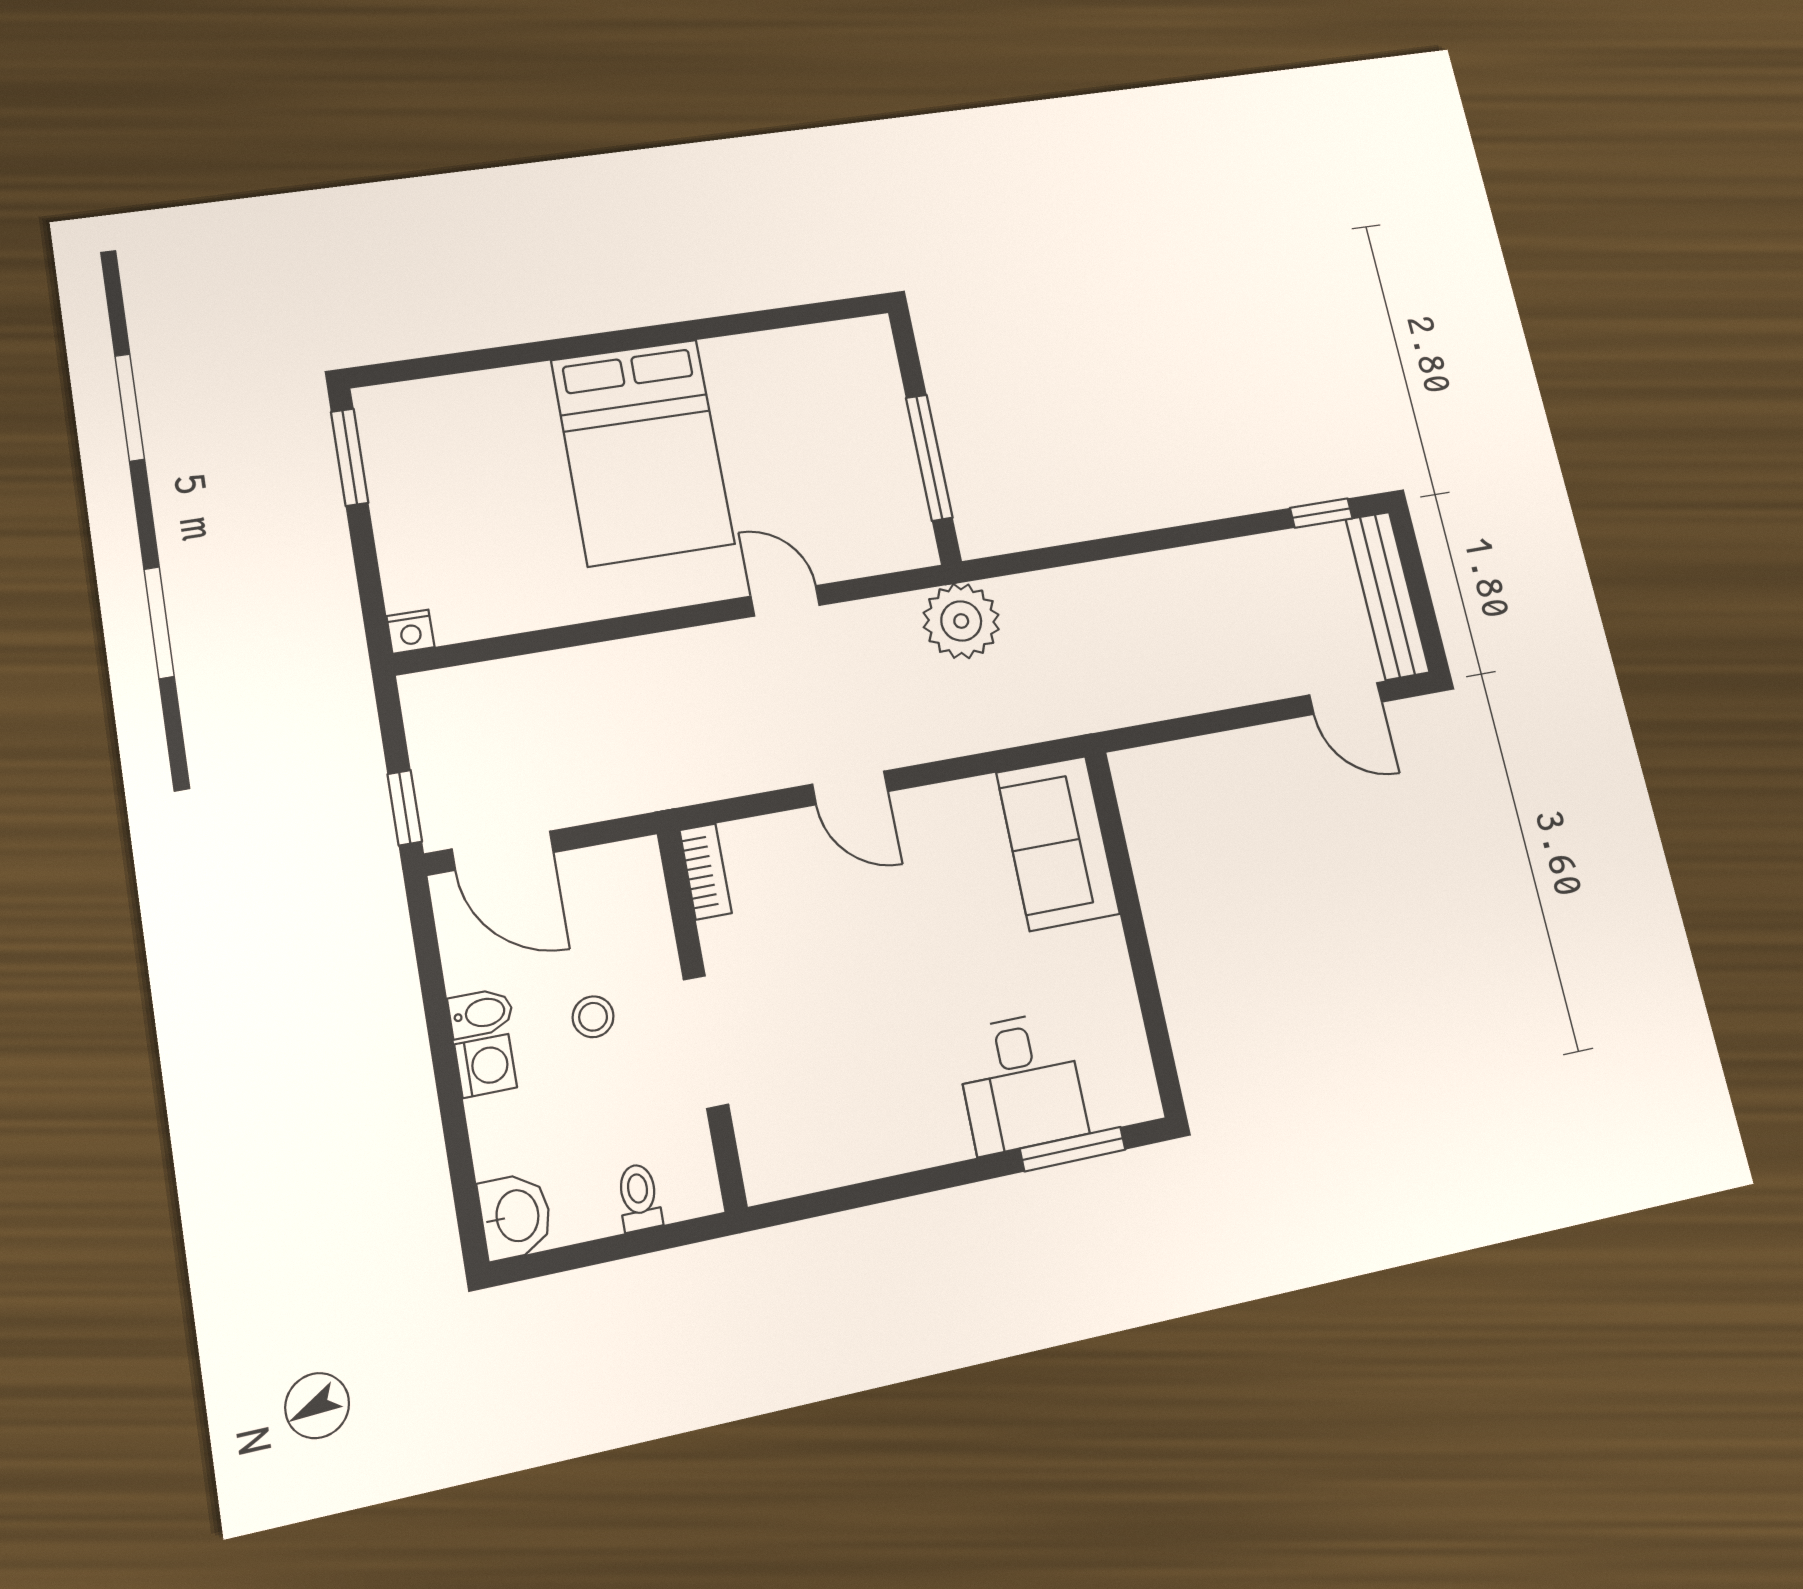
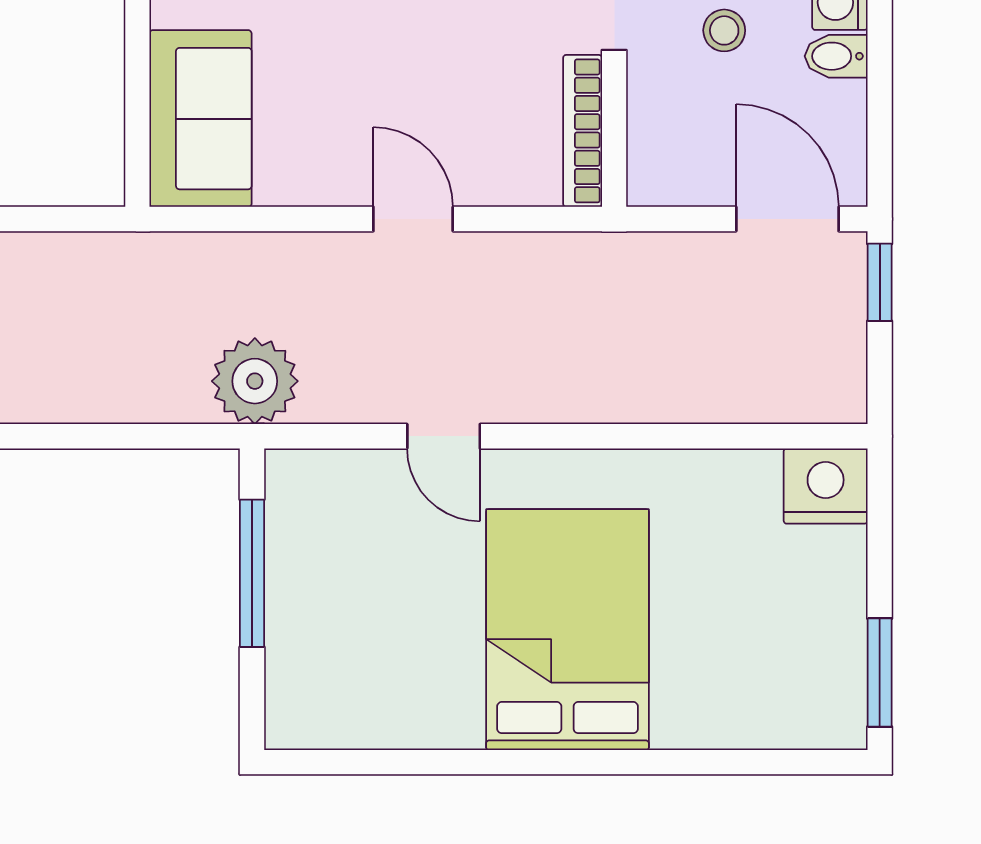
nightstand: (410, 632) -> (826, 486), width x1.89, depth x1.79
bookcase: (706, 872) -> (583, 131), width x1.56

